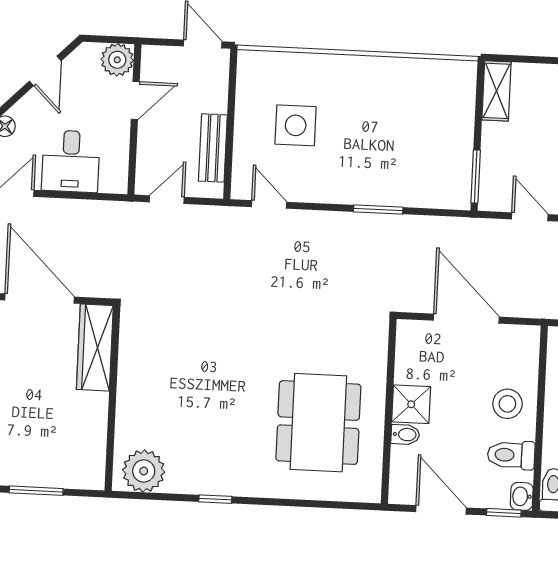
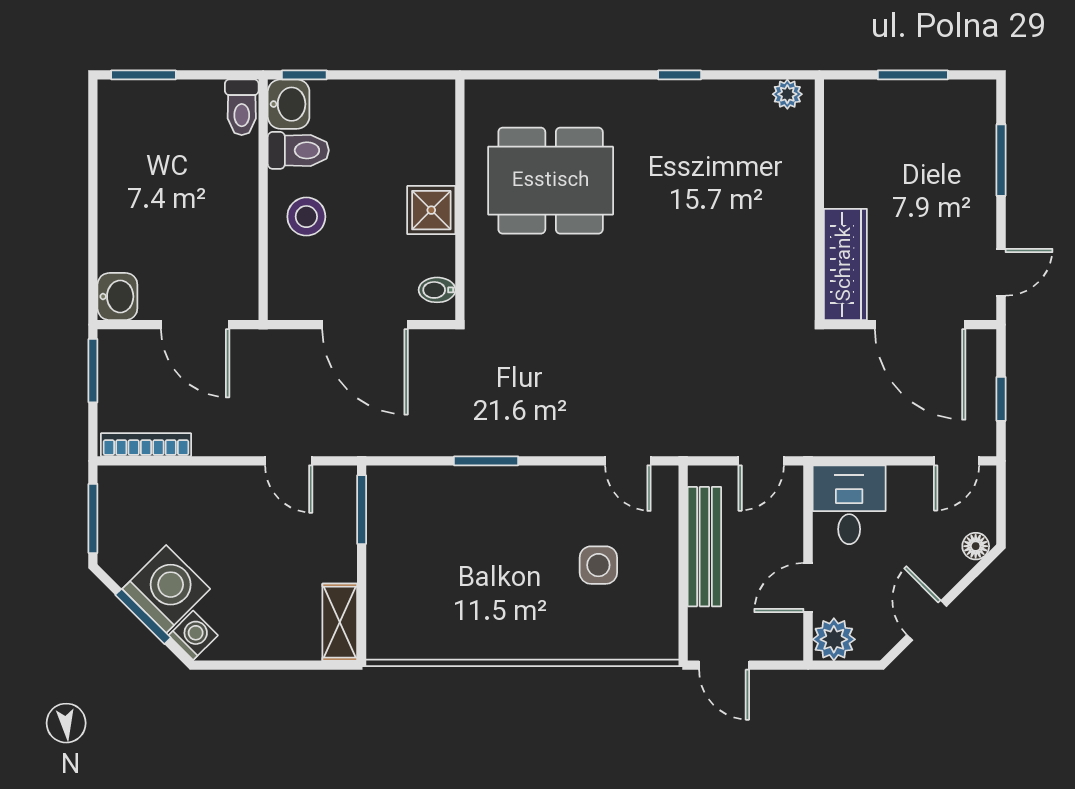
side table: (296, 125) -> (598, 565), width x0.73, depth x0.73
bench: (213, 148) -> (704, 547), width x1.36
desk: (71, 161) -> (849, 505), moved
dining table: (318, 423) -> (551, 181), turned 90
bidet: (405, 435) -> (437, 290), moved
plant: (144, 471) -> (787, 94), width x0.53, depth x0.53
washbasin: (522, 496) -> (289, 104), width x1.38, depth x1.45
door: (441, 510) -> (386, 75), removed

